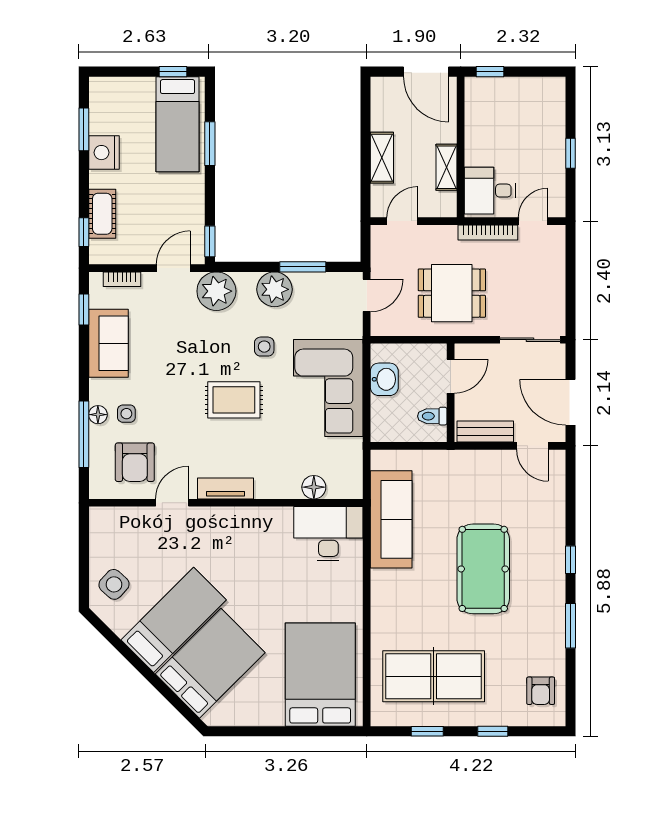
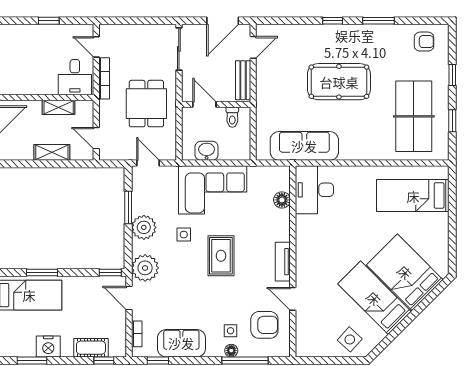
bed: (320, 675) -> (413, 196), width x0.67

